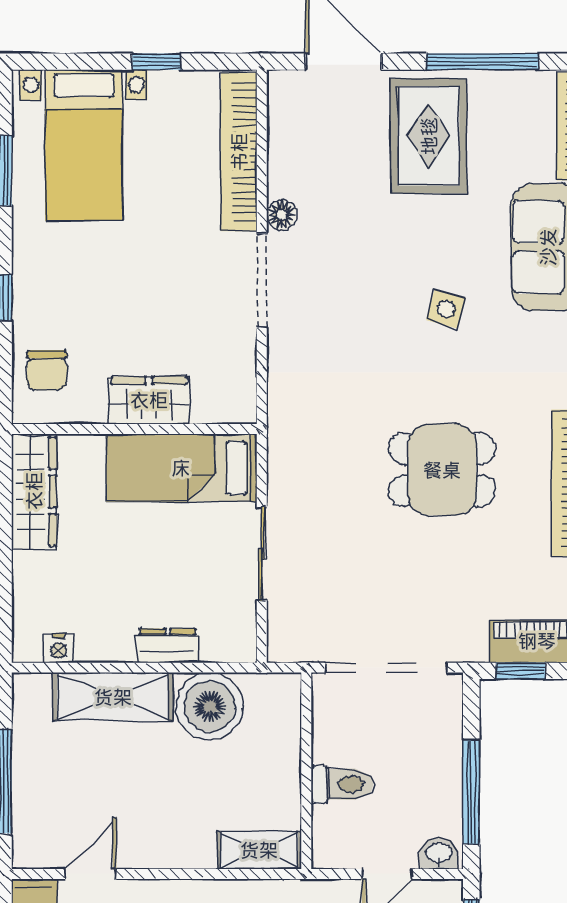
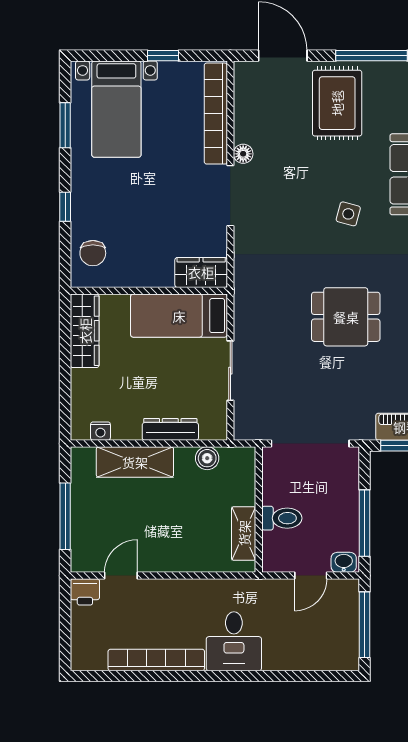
wardrobe: (149, 400) -> (201, 272), moved
dresser: (168, 646) -> (170, 429), width x1.44
boiler: (210, 706) -> (207, 458), width x0.54, depth x0.54
shelving: (259, 850) -> (244, 533), moved, turned 90

